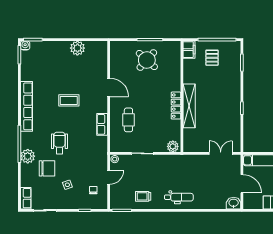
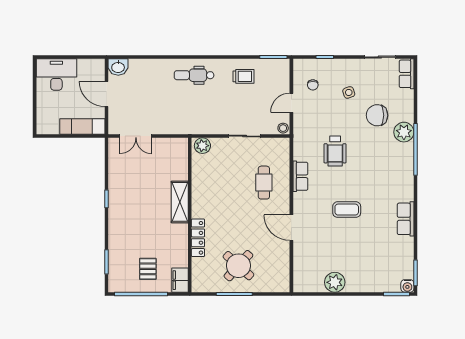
row of seats: (26, 106) -> (406, 219), width x0.50
locker: (176, 106) -> (198, 238), moved
shelving: (189, 106) -> (180, 202), width x0.68
wheelchair: (59, 143) -> (335, 151), moved

